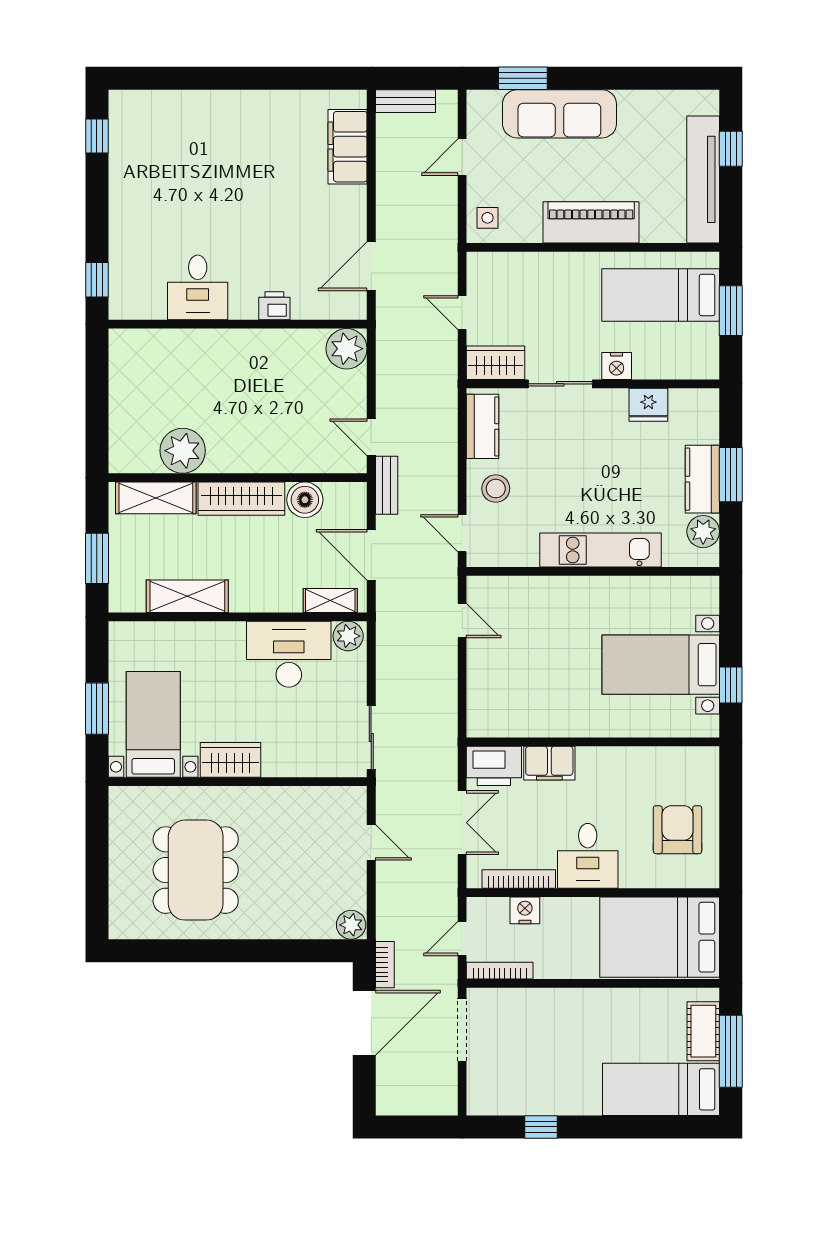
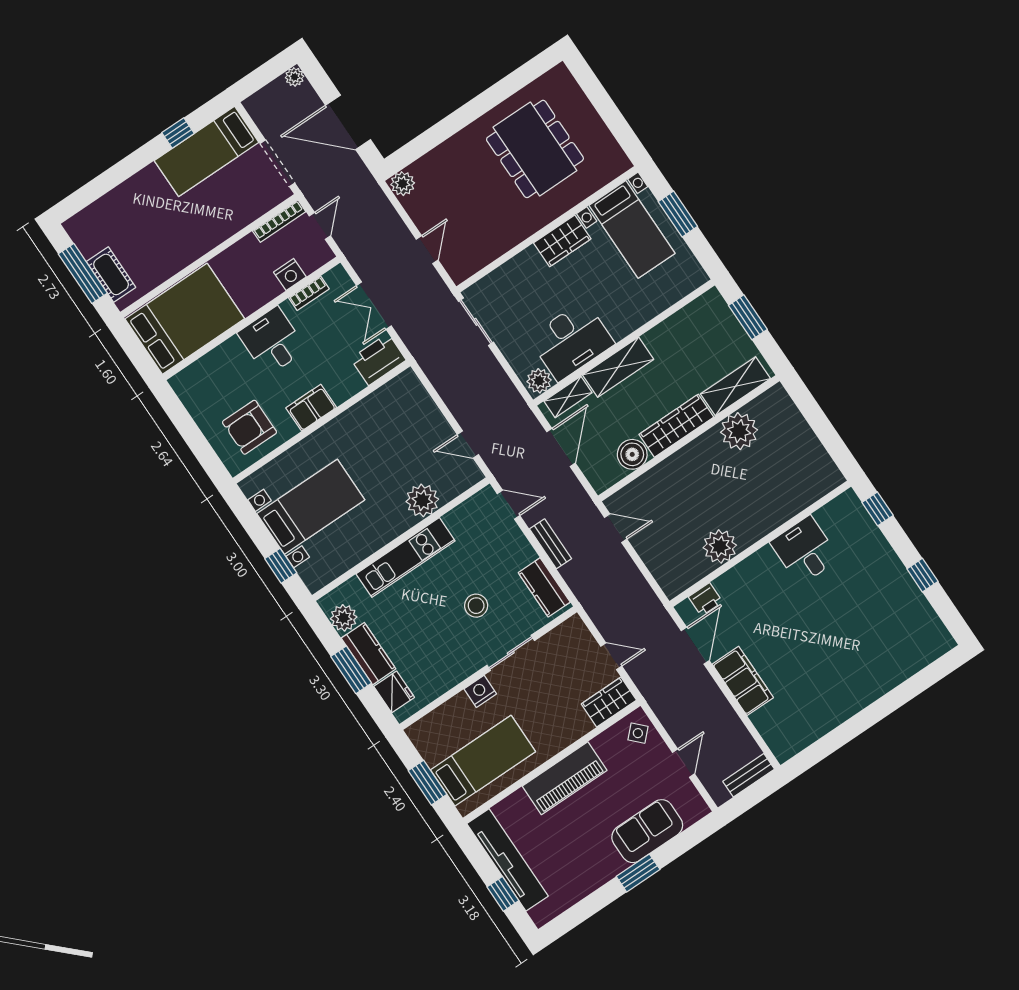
window: (523, 78) -> (638, 873), moved
sofa: (559, 114) -> (647, 831), width x0.73
window: (97, 136) -> (922, 575), moved
filing cabinet: (348, 147) -> (743, 681), moved
side table: (487, 218) -> (638, 733), turned 45
printer: (274, 306) -> (705, 599), moved
plant: (347, 349) -> (720, 546), moved
wardrobe: (496, 363) -> (609, 702), moved, turned 180
fridge: (648, 405) -> (394, 692), moved, turned 90
bench: (387, 485) -> (551, 544), moved
stool: (496, 489) -> (476, 606), moved
door: (371, 555) -> (561, 447), hinge flipped
shelving: (187, 596) -> (618, 367), moved
plant: (545, 596) -> (422, 500), added
window: (731, 685) -> (281, 566), moved
filing cabinet: (549, 763) -> (311, 408), moved
armchair: (678, 830) -> (249, 427), moved, turned 90
door: (371, 842) -> (427, 250), swing flipped
bookcase: (519, 879) -> (309, 293), width x0.64
bookcase: (385, 965) -> (361, 172), removed
door: (364, 1023) -> (348, 122), hinge flipped
bed: (661, 1089) -> (207, 151), moved, turned 180
plant: (387, 1104) -> (295, 77), added

